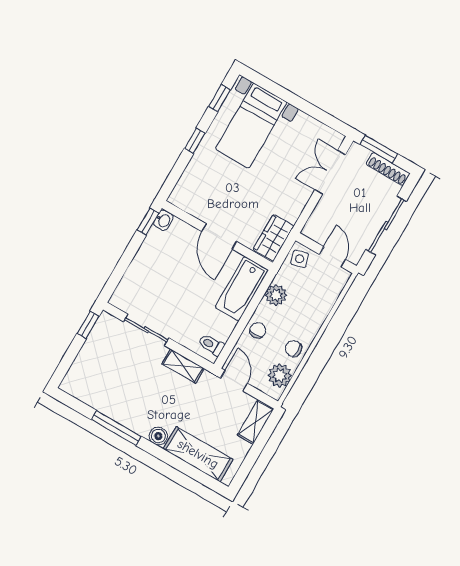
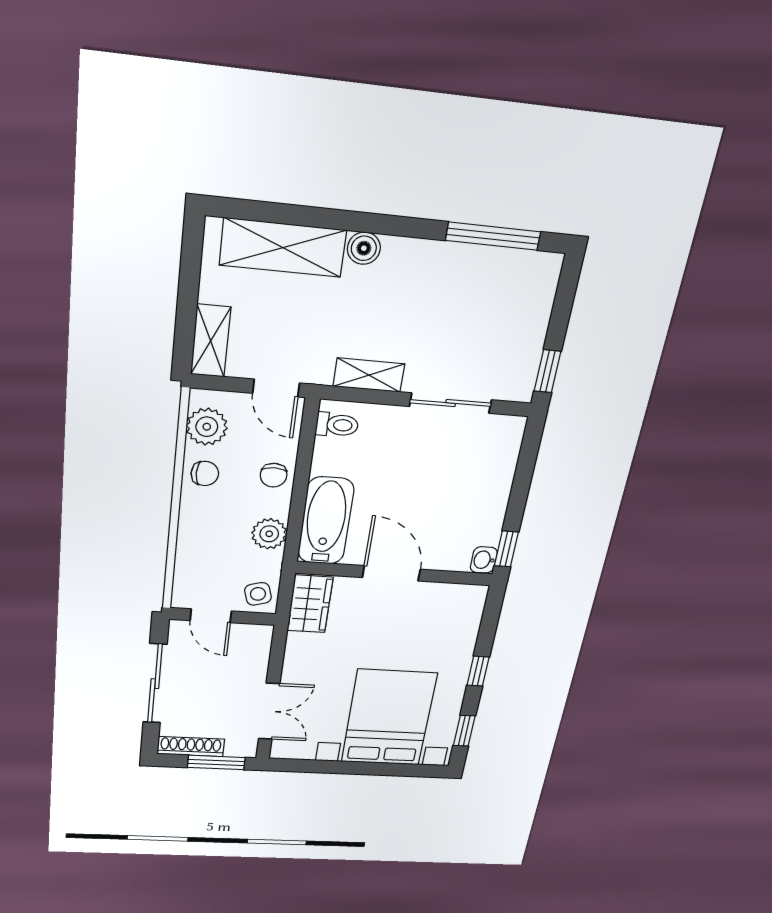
bed with nightstands: (251, 126) -> (389, 718), width x1.36
window: (116, 428) -> (493, 236), moved

